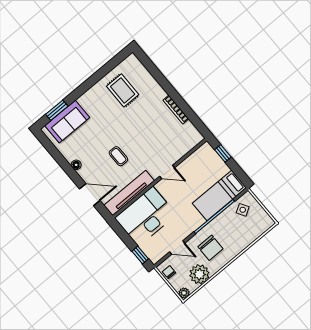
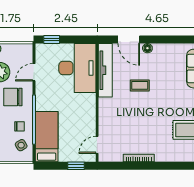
floor lamp: (76, 165) -> (147, 48), moved
door: (167, 172) -> (97, 145), moved
door: (90, 195) -> (129, 40), hinge flipped
chair: (169, 272) -> (20, 126), moved

